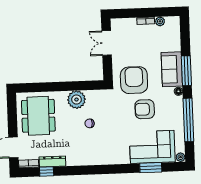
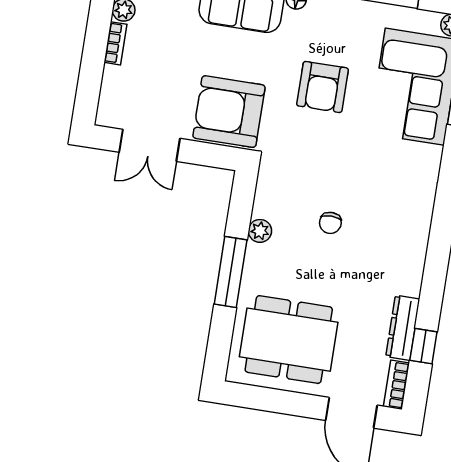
armchair: (134, 80) -> (229, 112), moved
window: (61, 86) -> (231, 272), added
plant: (76, 100) -> (260, 231), width x0.53, depth x0.53

